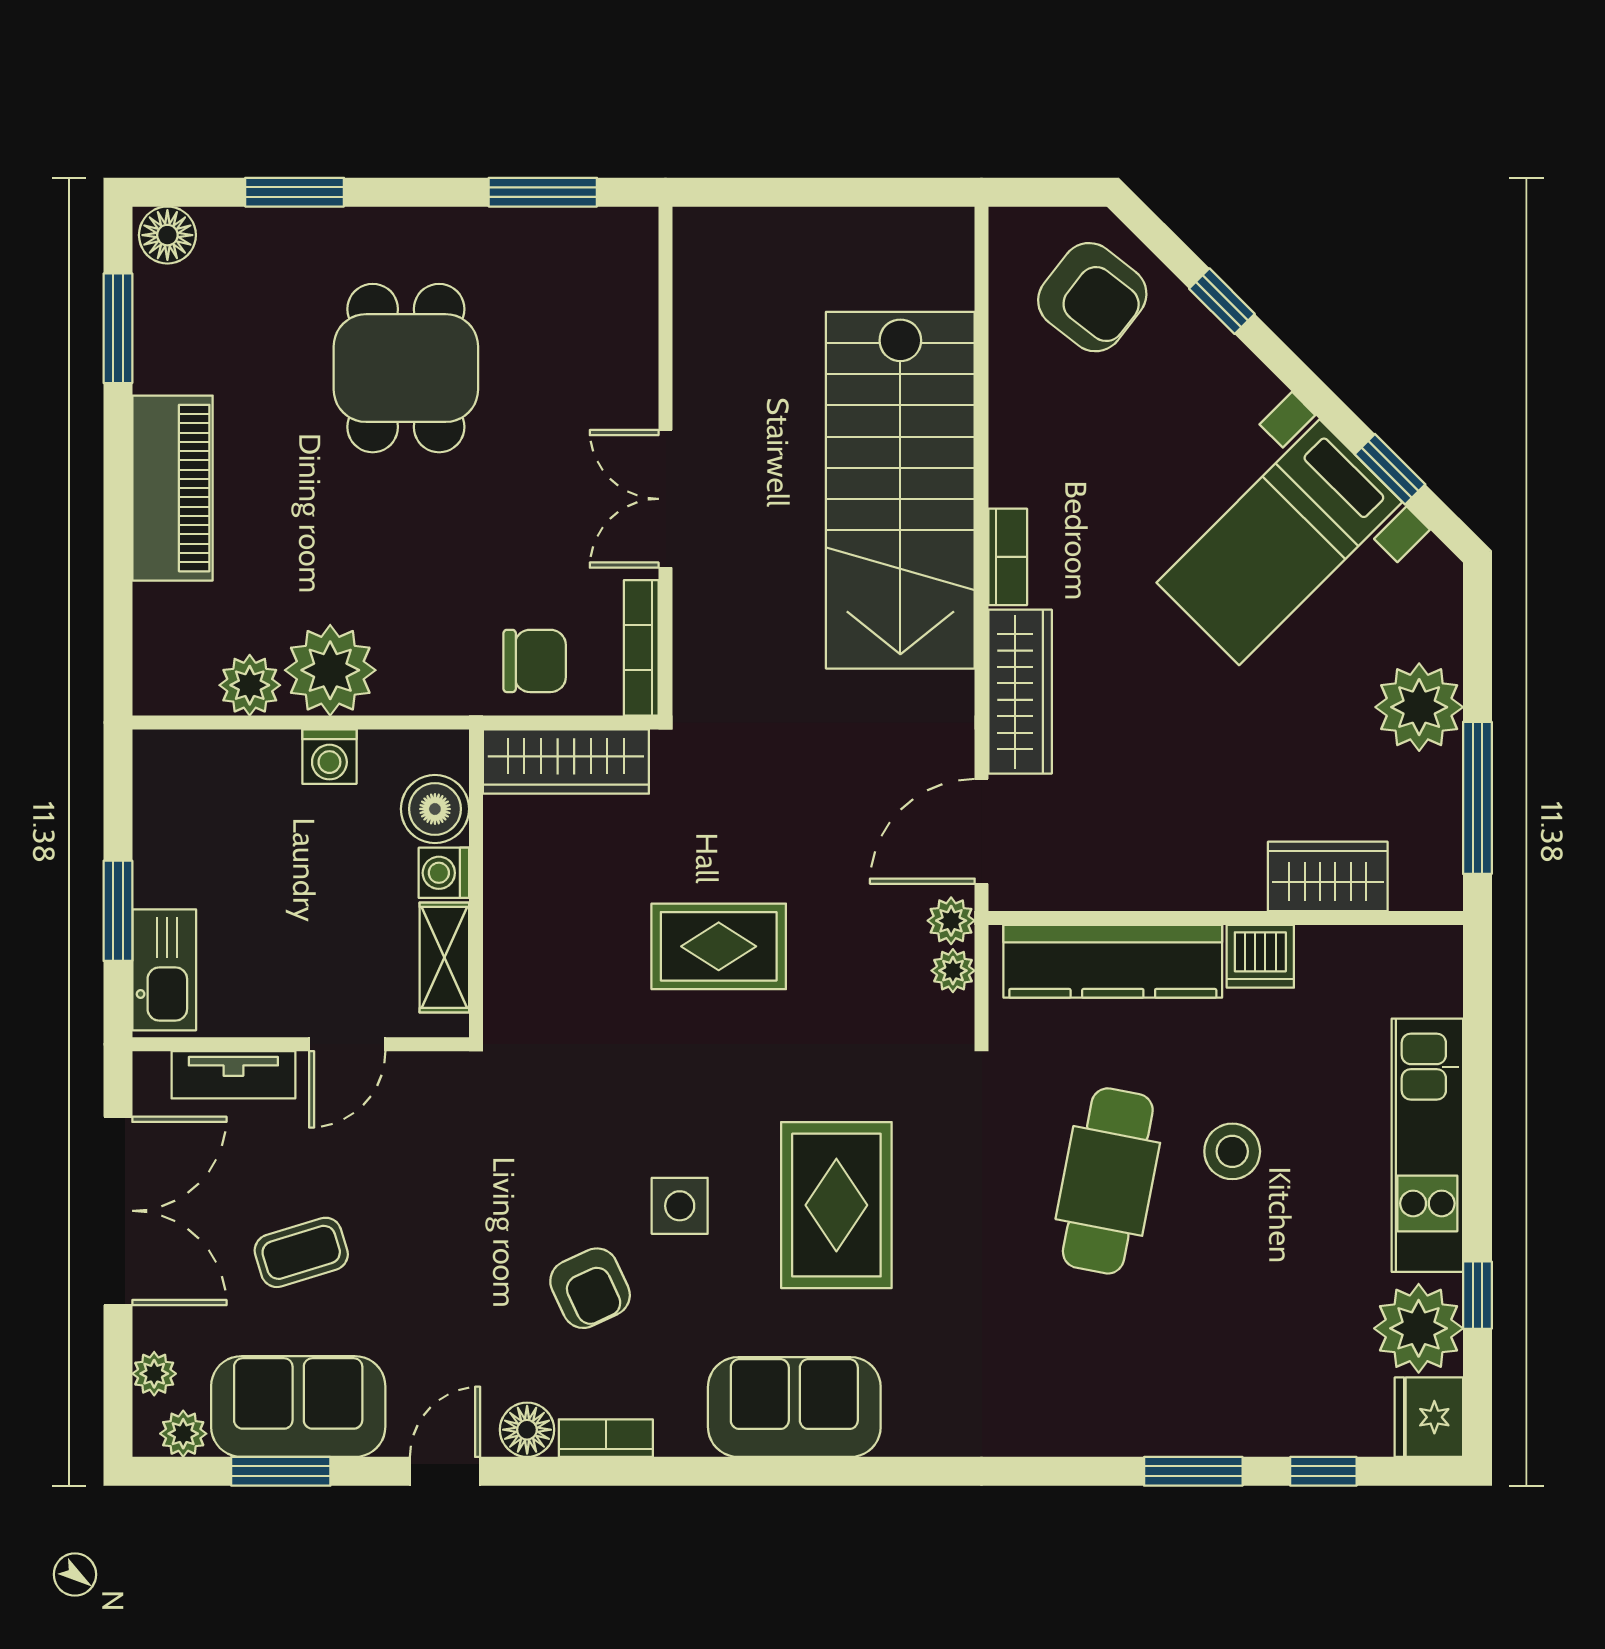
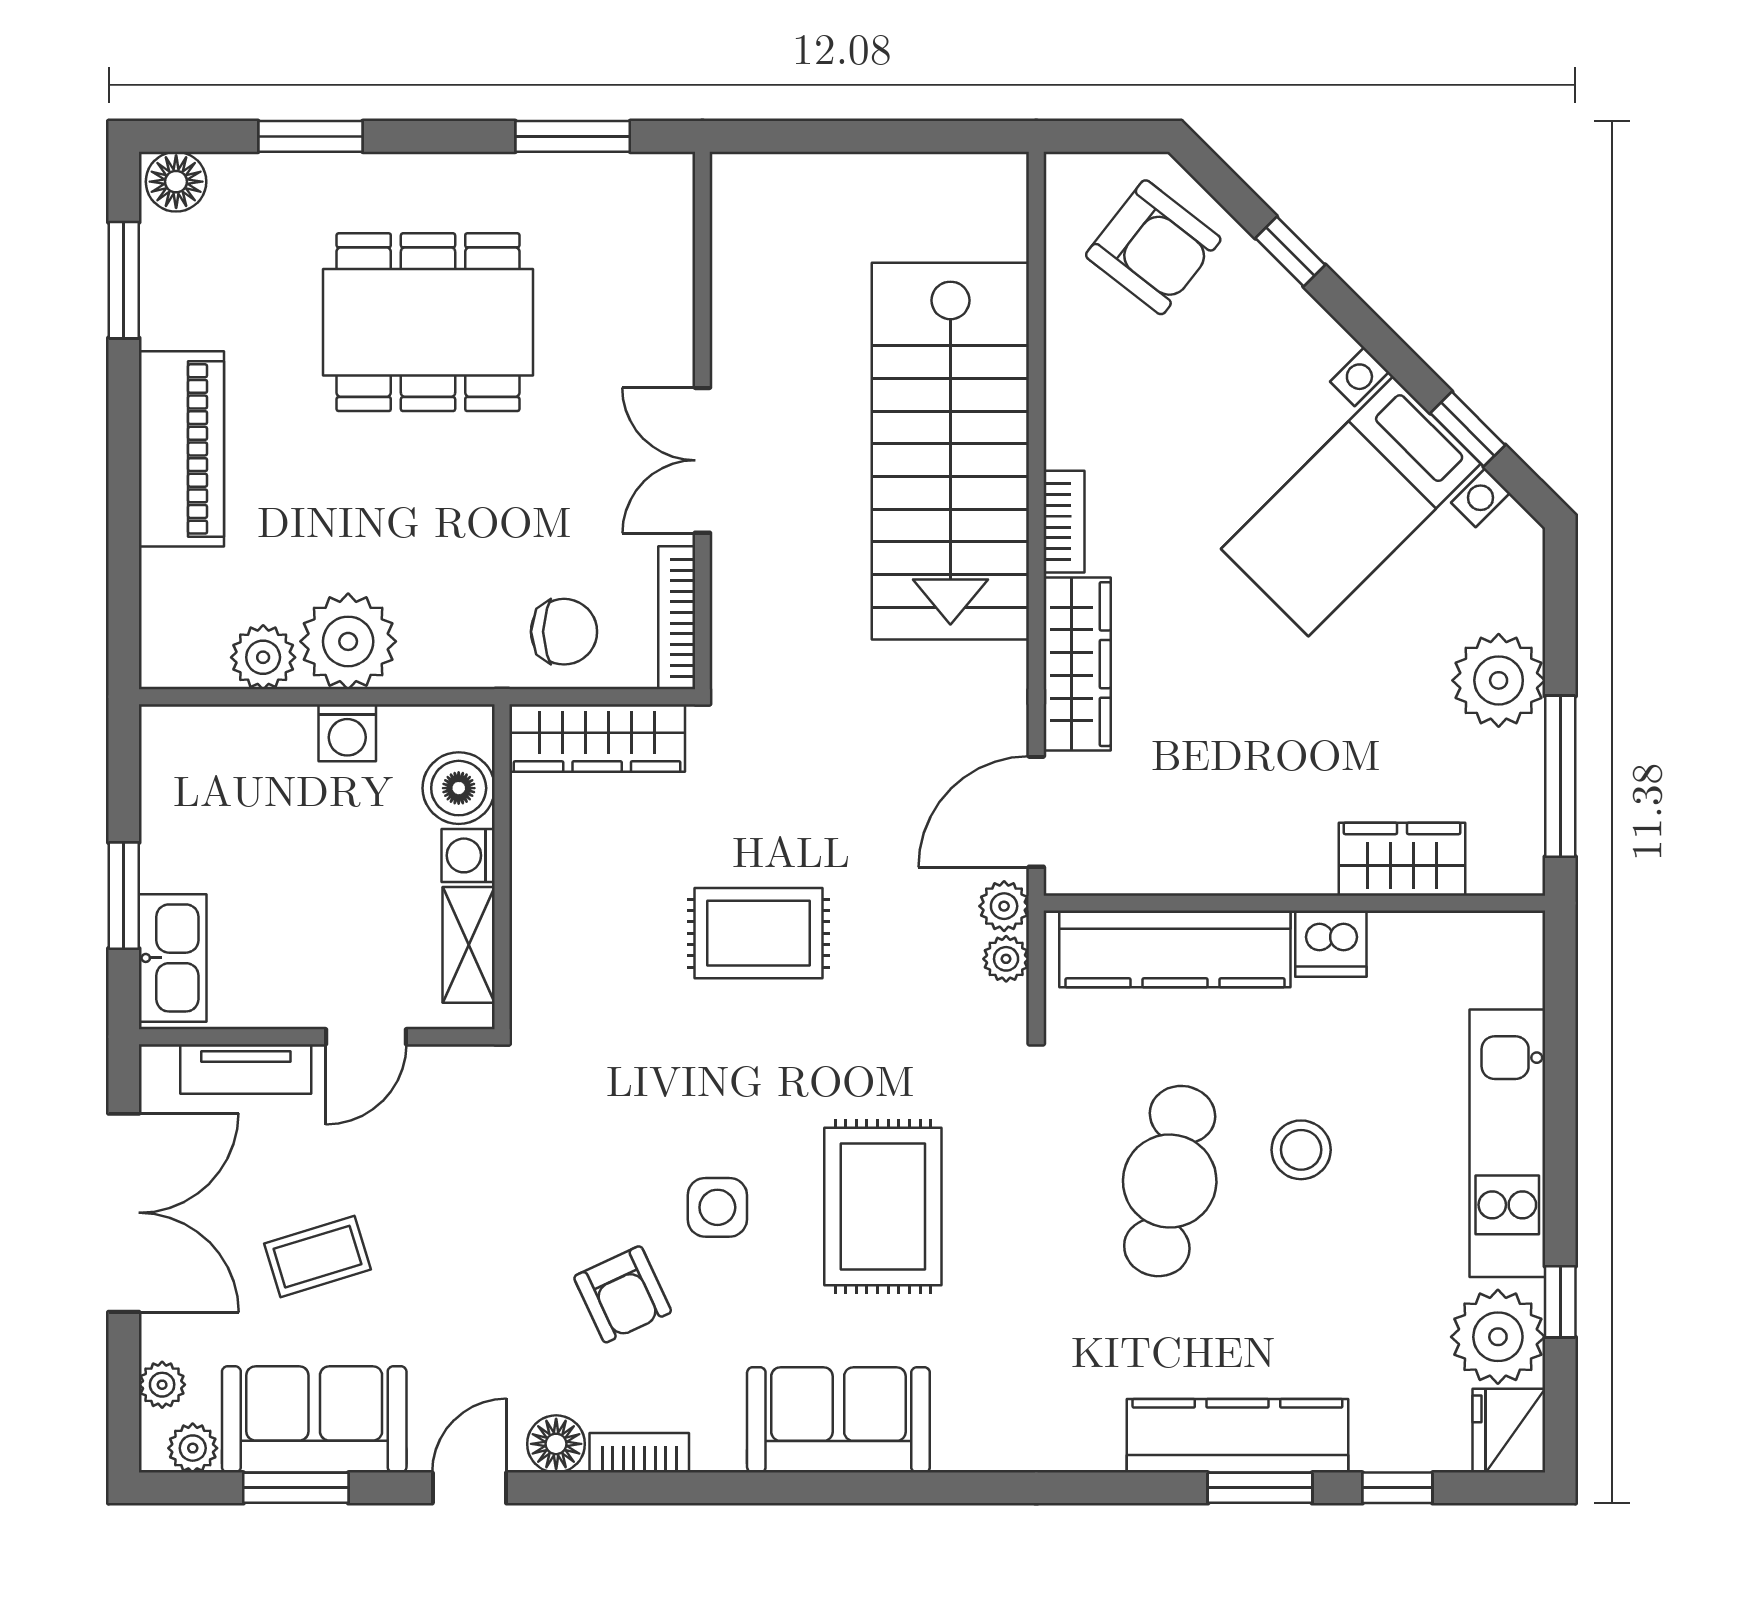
dining table: (406, 368) -> (428, 322), width x1.37
kitchen counter: (1172, 1422) -> (1237, 1436), added

